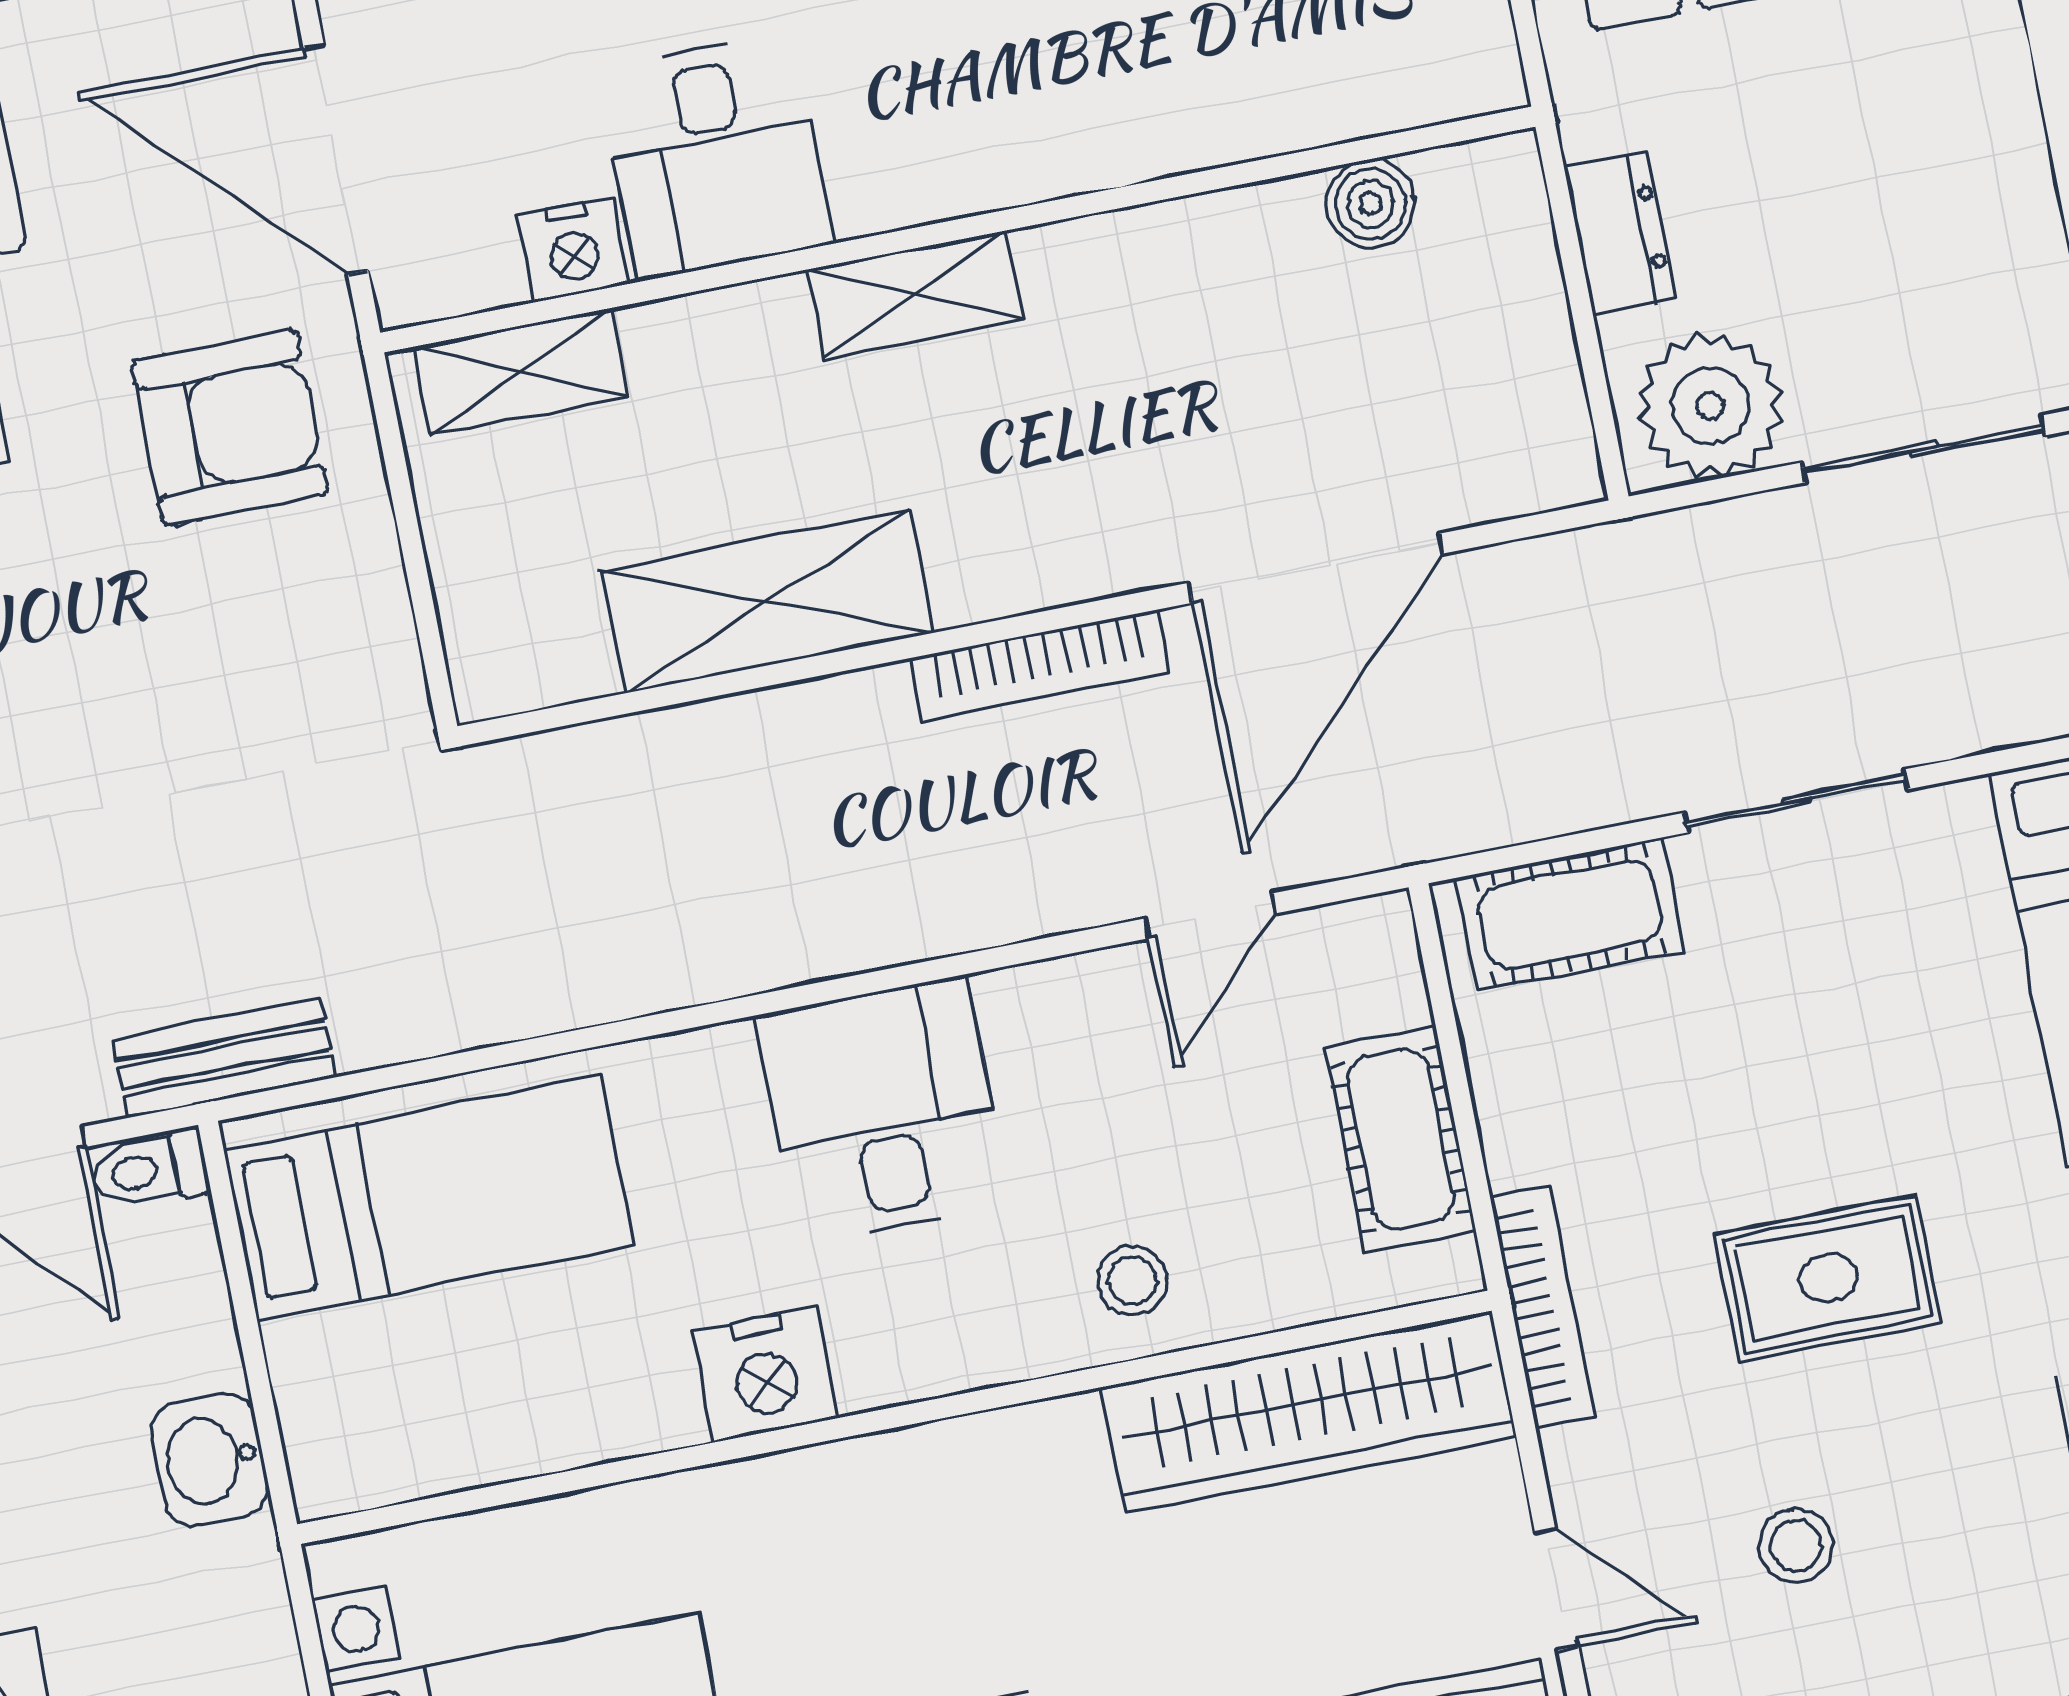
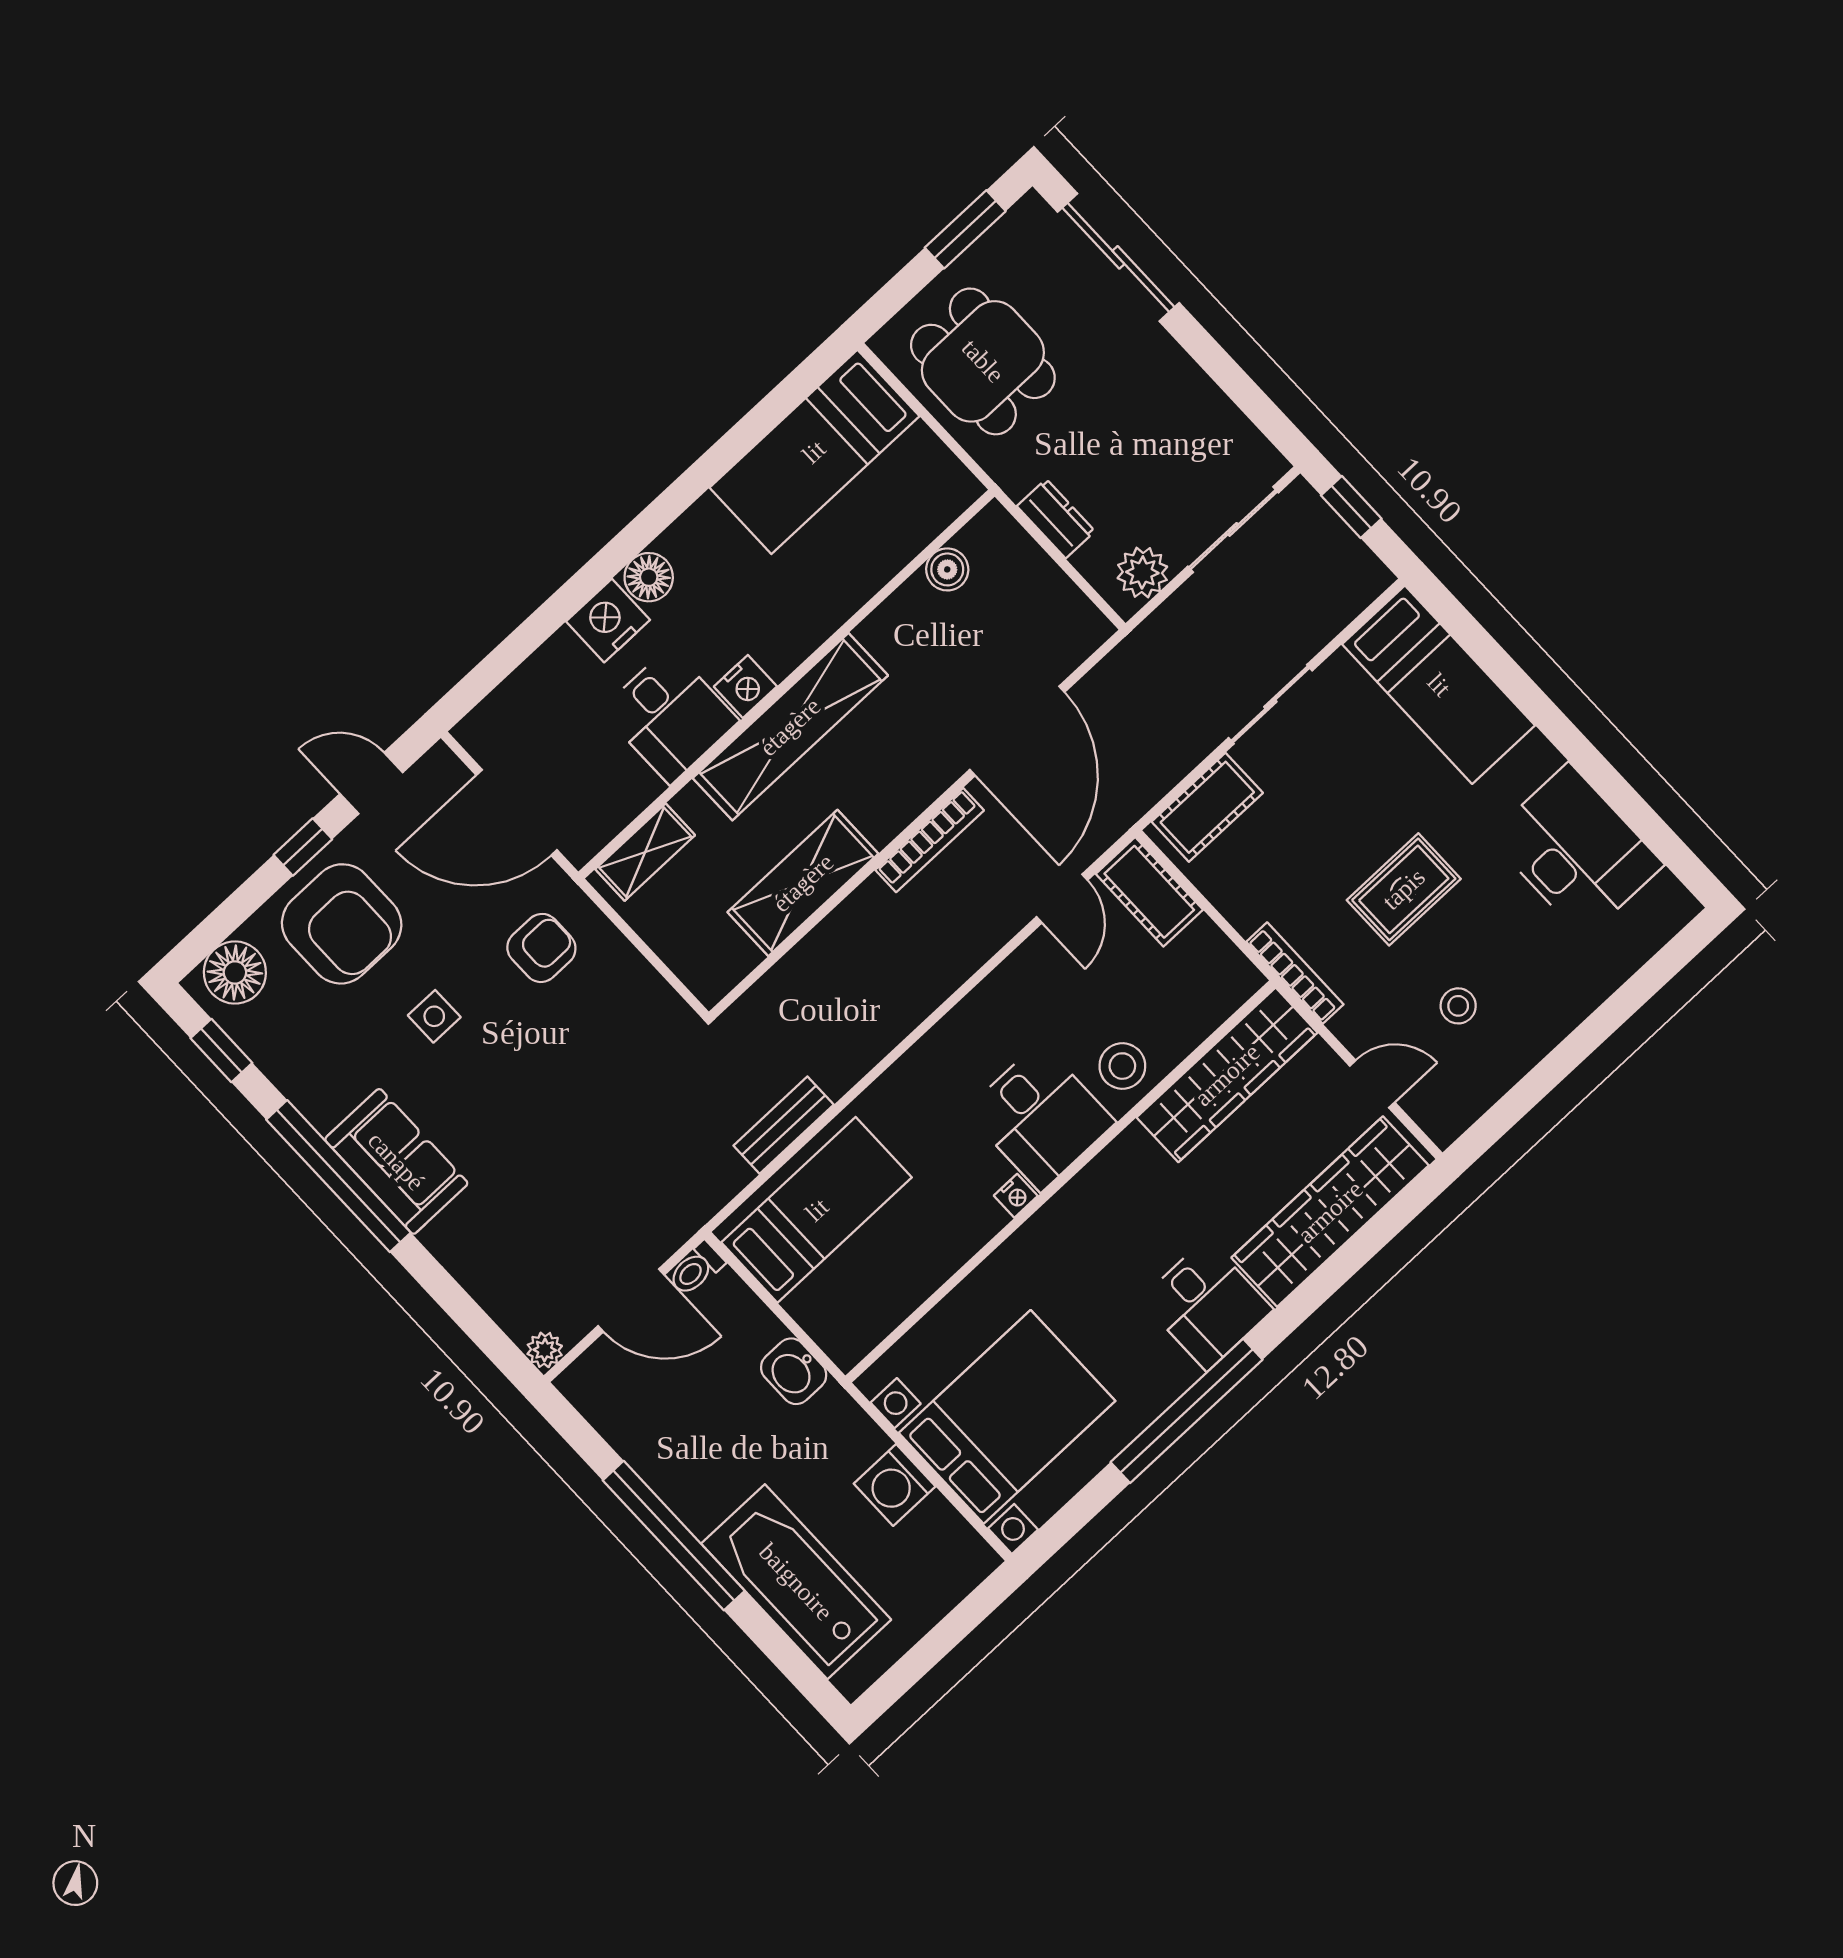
nightstand: (573, 249) -> (745, 686), moved
shelving: (915, 295) -> (790, 727), width x2.20, depth x1.33
plant: (1711, 406) -> (1142, 572), width x0.73, depth x0.73
armchair: (230, 428) -> (541, 948), width x0.72, depth x0.72
bench: (224, 1058) -> (784, 1125), moved
desk: (882, 1110) -> (1040, 1117), moved, turned 180
cot: (1400, 1139) -> (1149, 892), moved
stool: (1132, 1281) -> (1122, 1066), width x1.37, depth x1.37
nightstand: (765, 1374) -> (1016, 1196), width x0.53, depth x0.56

